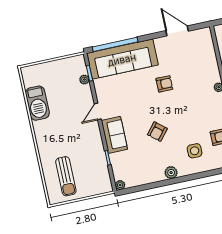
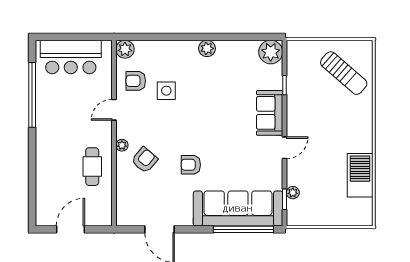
armchair: (157, 132) -> (145, 160), moved
side table: (195, 151) -> (166, 91), moved
sun lounger: (66, 176) -> (344, 73), turned 131
plant: (120, 185) -> (271, 52), width x1.87, depth x1.87

